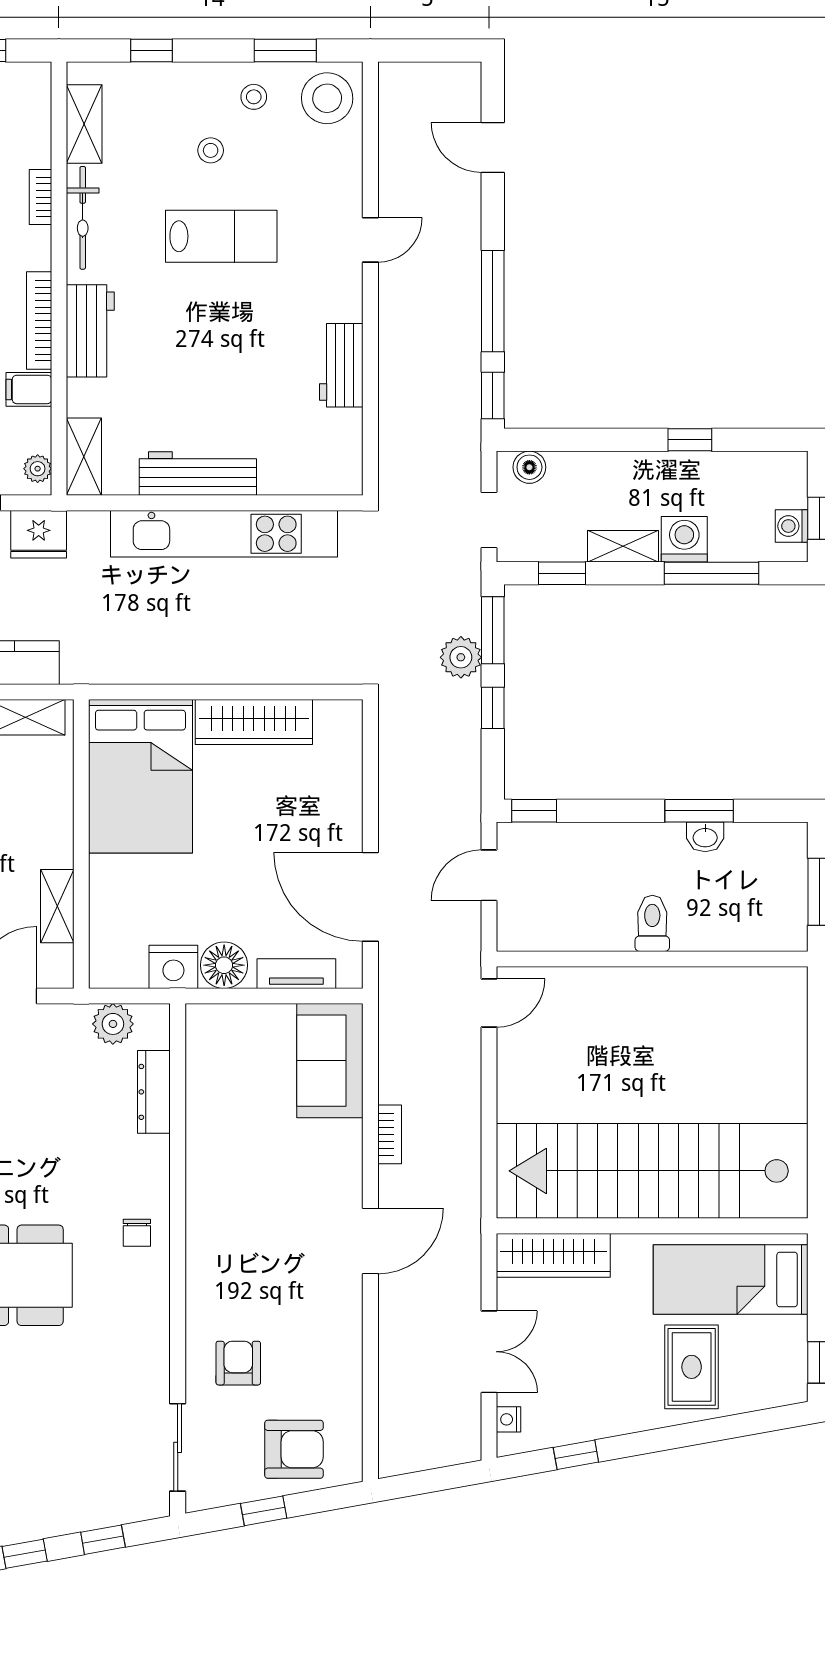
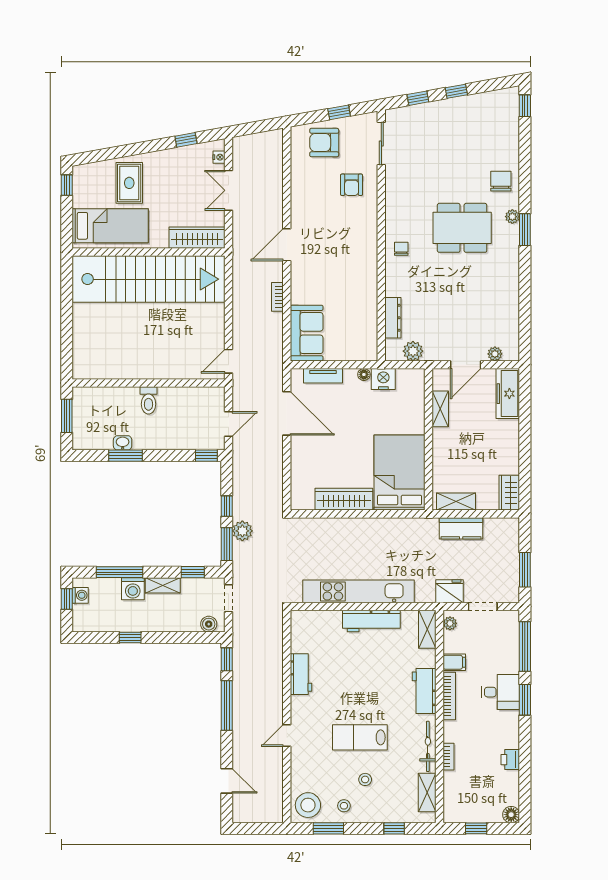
floor lamp: (224, 965) -> (364, 375), width x0.53, depth x0.53

